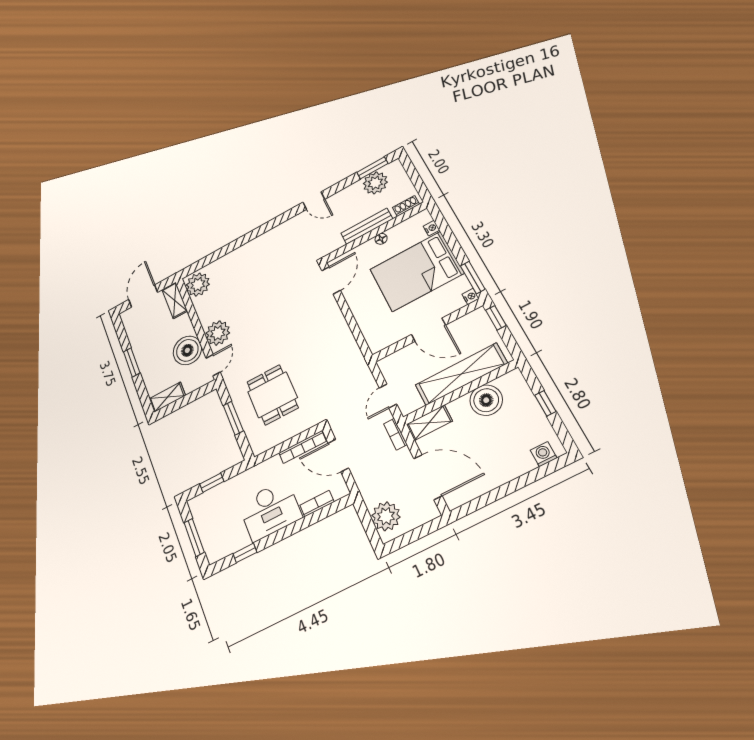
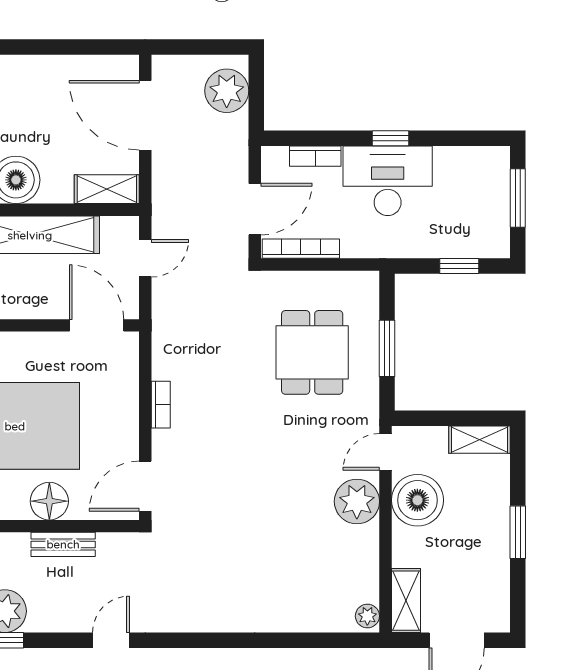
door: (314, 201) -> (111, 640), hinge flipped
bench: (367, 226) -> (63, 544), width x0.73
floor lamp: (381, 239) -> (49, 501), width x1.89, depth x1.89
plant: (198, 285) -> (367, 616), width x0.53, depth x0.53
door: (428, 330) -> (97, 325), moved
bookcase: (395, 434) -> (161, 405), moved
door: (338, 455) -> (255, 209), hinge flipped
window: (245, 553) -> (390, 138), moved

